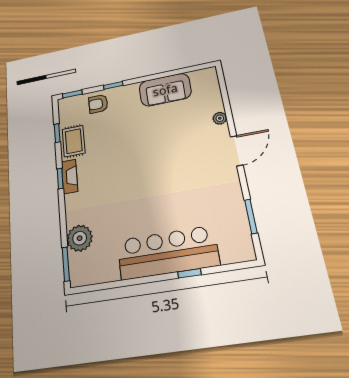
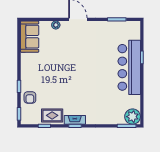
sofa: (165, 90) -> (30, 37), moved
plant: (80, 238) -> (133, 117), moved

